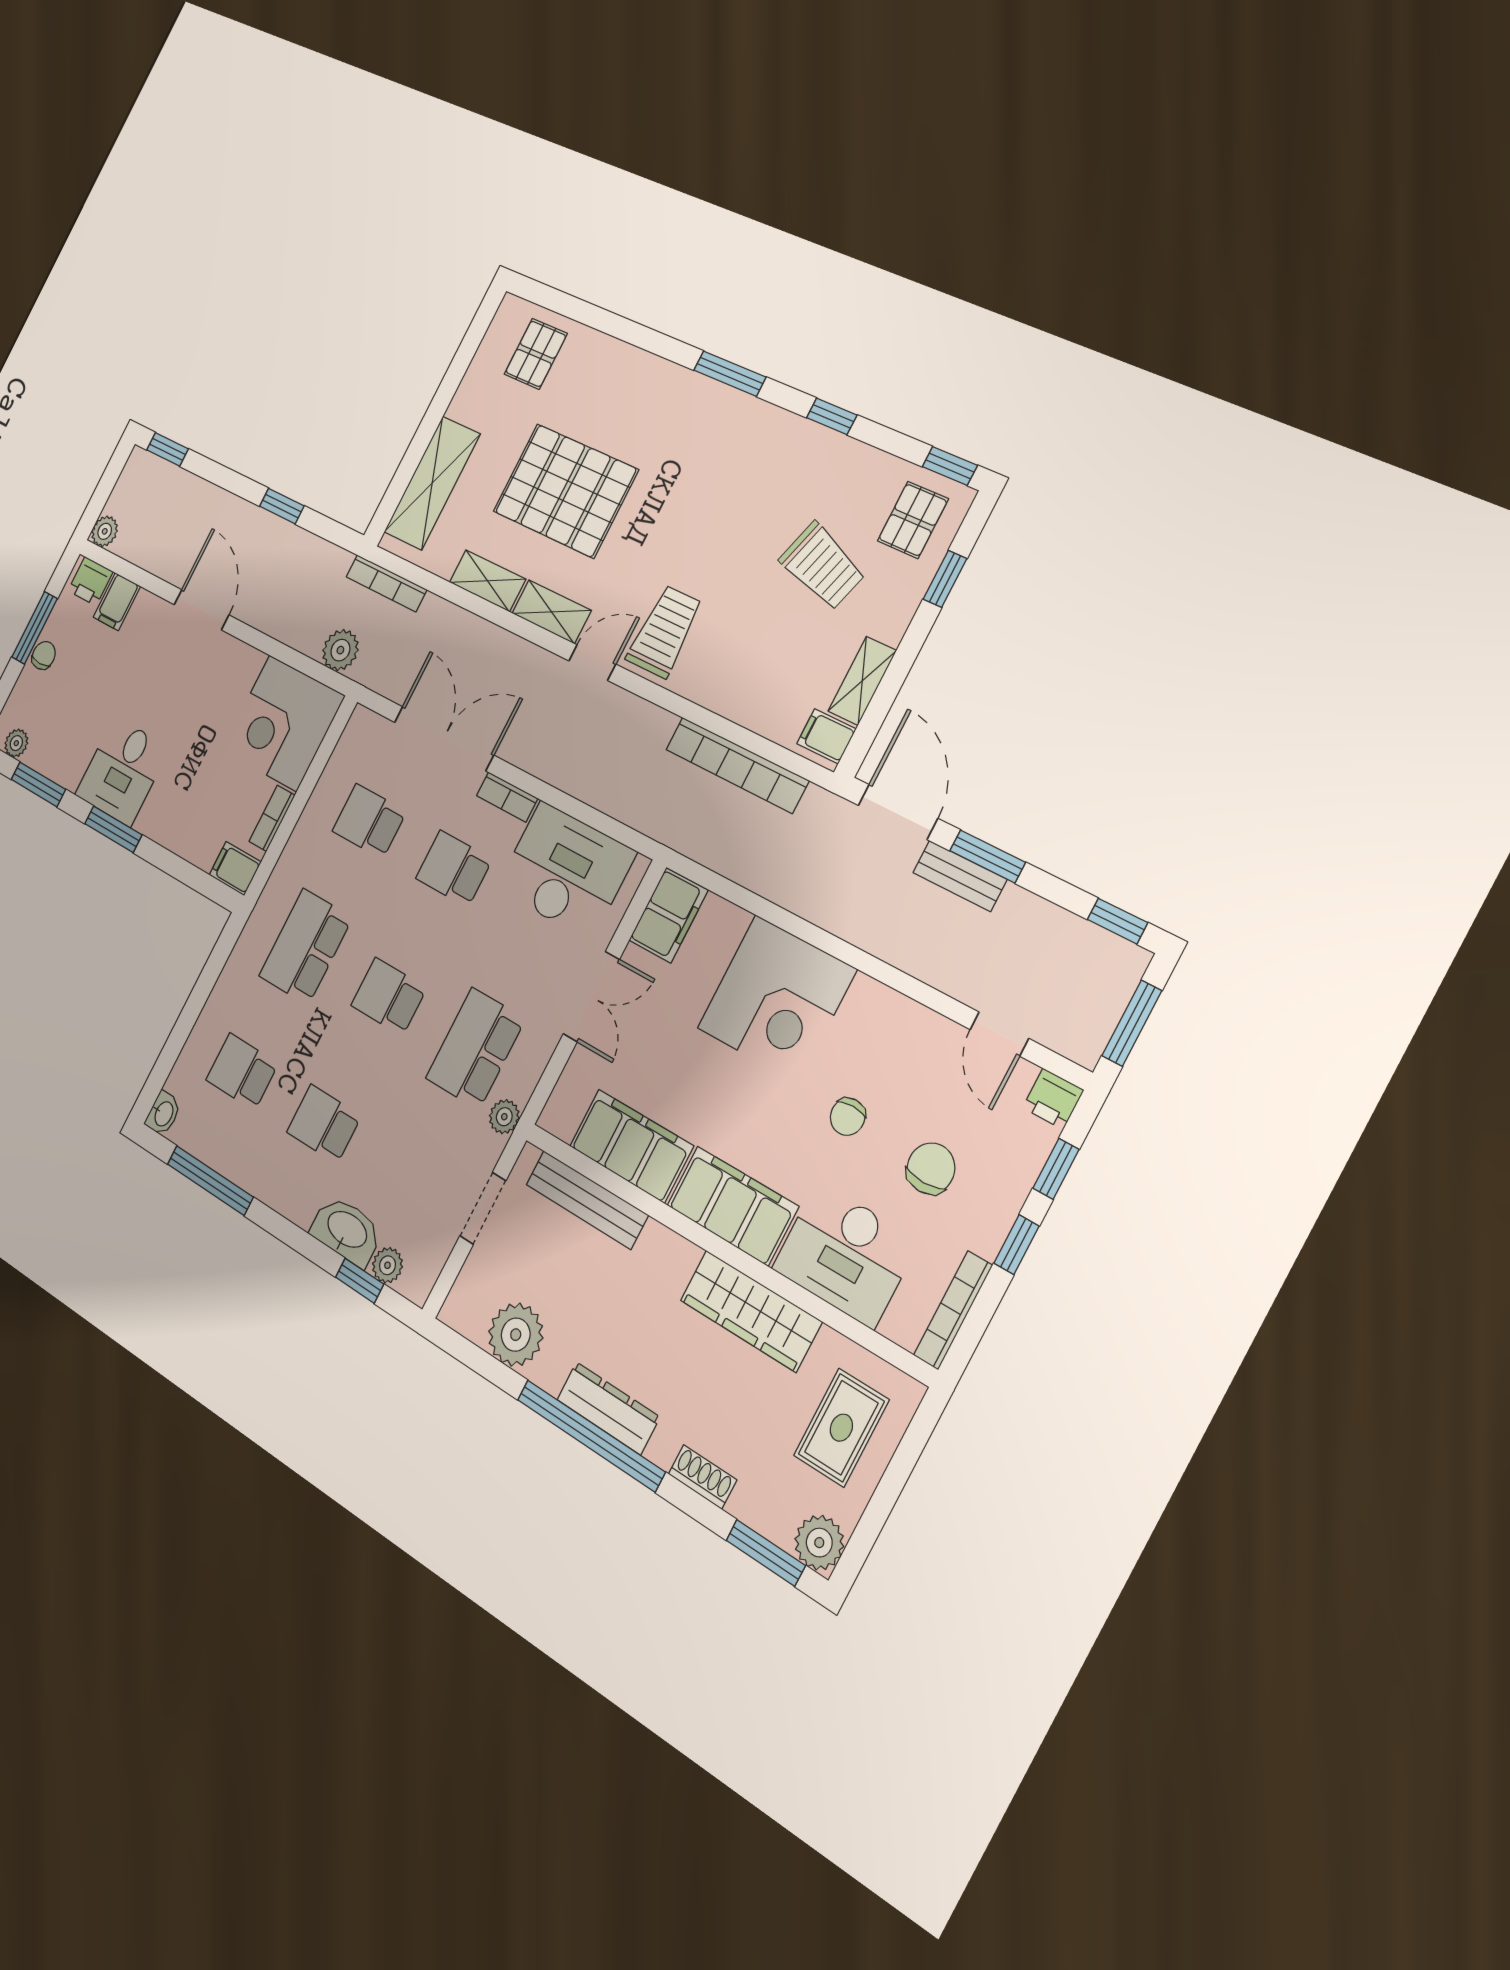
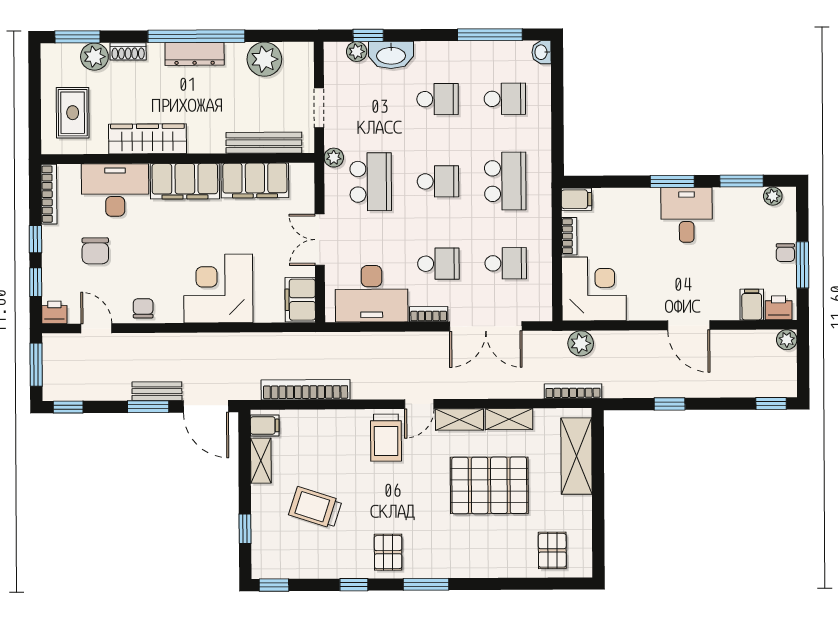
pallet: (913, 520) -> (388, 552), moved
chair: (848, 1117) -> (143, 308), moved
plant: (819, 1543) -> (94, 57), moved

